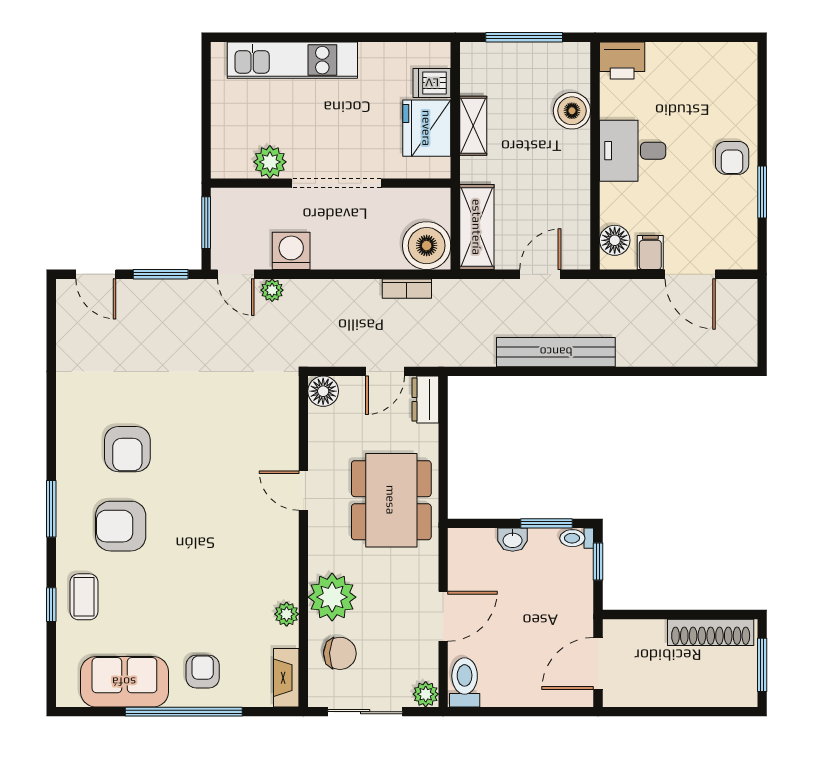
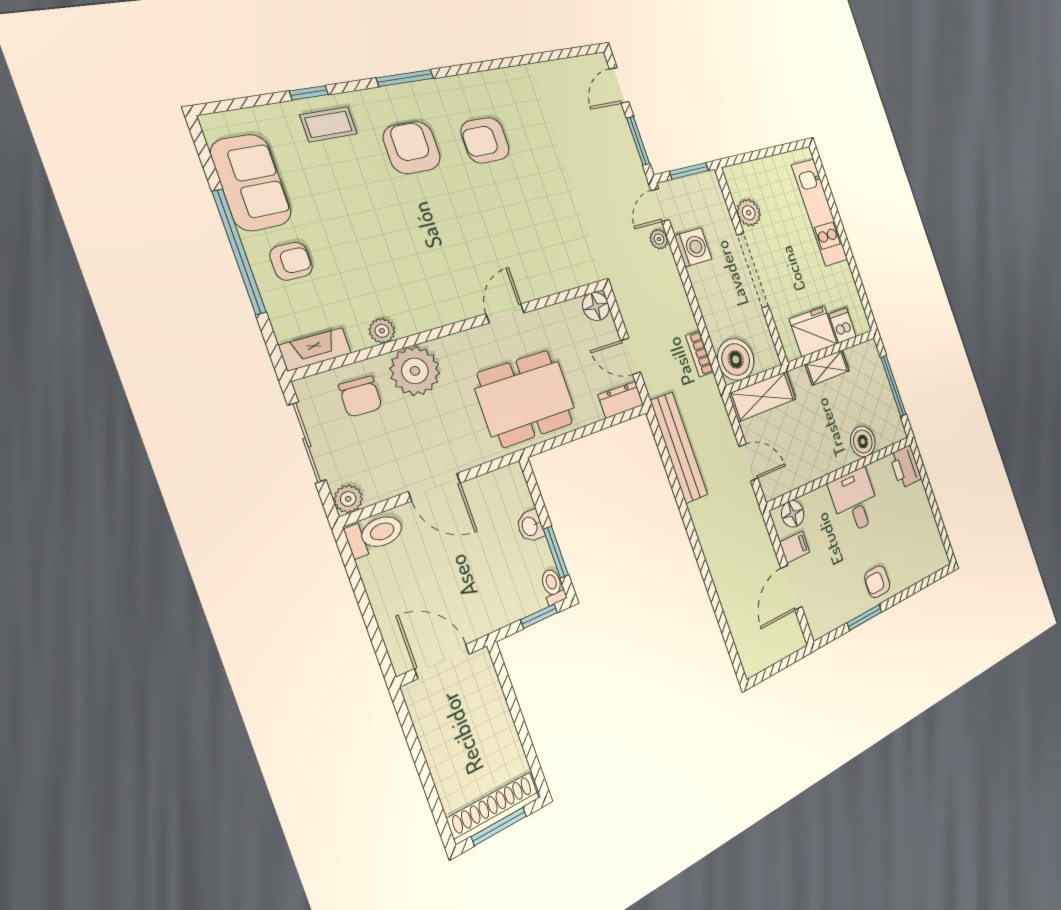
bench: (556, 352) -> (679, 448), moved
shoe rack: (711, 632) -> (493, 808), moved, turned 90

